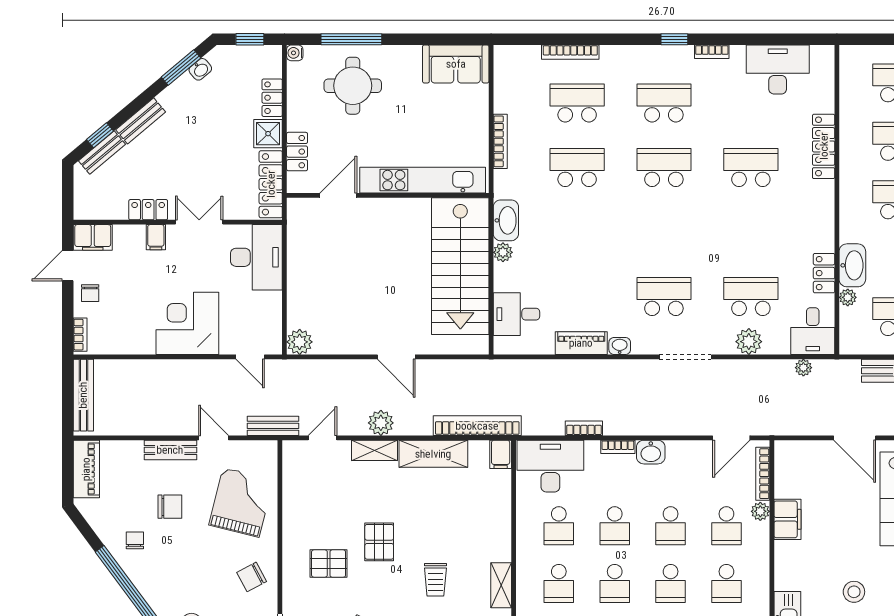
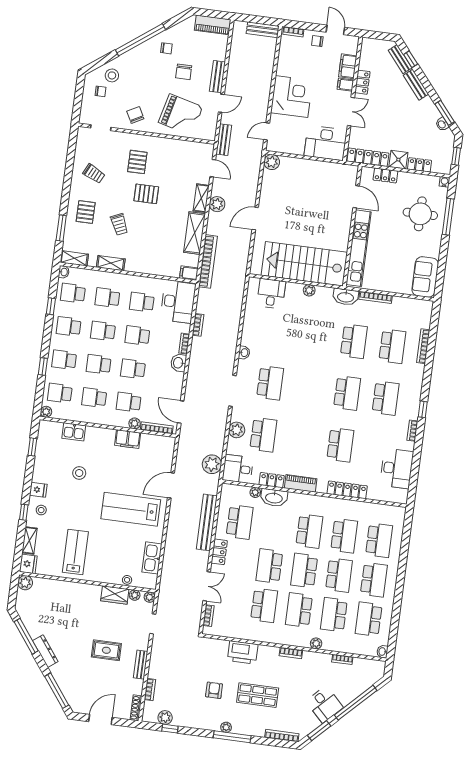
washbasin: (506, 220) -> (346, 297), moved
filing cabinet: (93, 237) -> (348, 66), moved
piano: (581, 343) -> (301, 483), moved, turned -90
plant: (803, 368) -> (212, 464), width x1.88, depth x1.88
bench: (83, 395) -> (263, 30), width x0.73
trolley: (435, 580) -> (119, 224), turned -114

